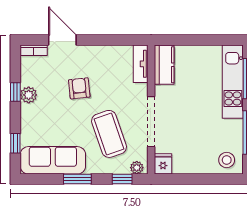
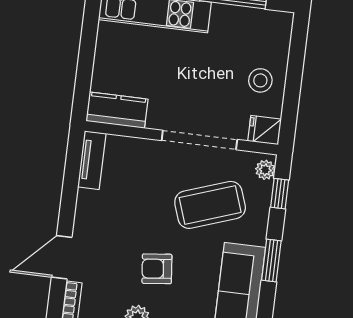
tv unit: (141, 64) -> (92, 160), moved, turned -90
armchair: (79, 88) -> (157, 269), moved
stool: (227, 160) -> (260, 80), moved

